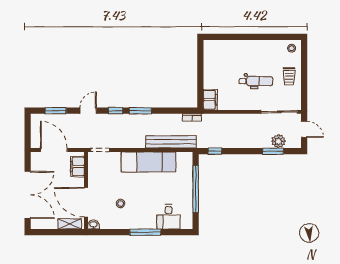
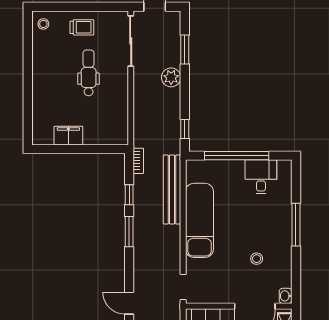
filing cabinet: (210, 100) -> (68, 136), moved
window: (116, 111) -> (129, 195), moved
plant: (278, 141) -> (171, 77), moved
desk: (169, 217) -> (261, 177), moved, turned -90

